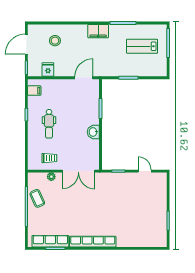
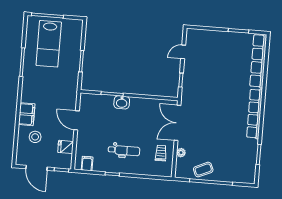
filing cabinet: (98, 31) -> (27, 114), moved
lab bench: (142, 46) -> (49, 44), width x1.36, depth x1.39
door: (84, 78) -> (77, 120), moved
washbasin: (93, 132) -> (122, 102), moved
double door: (78, 171) -> (177, 123), swing flipped
row of seats: (50, 241) -> (258, 61), moved, width x1.36

